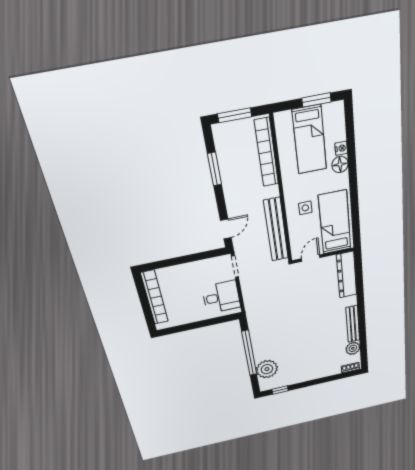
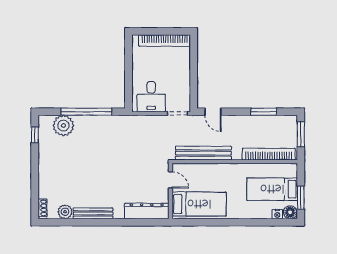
nightstand: (341, 148) -> (277, 214), moved
floor lamp: (340, 164) -> (290, 212), moved
side table: (305, 208) -> (217, 180), removed

